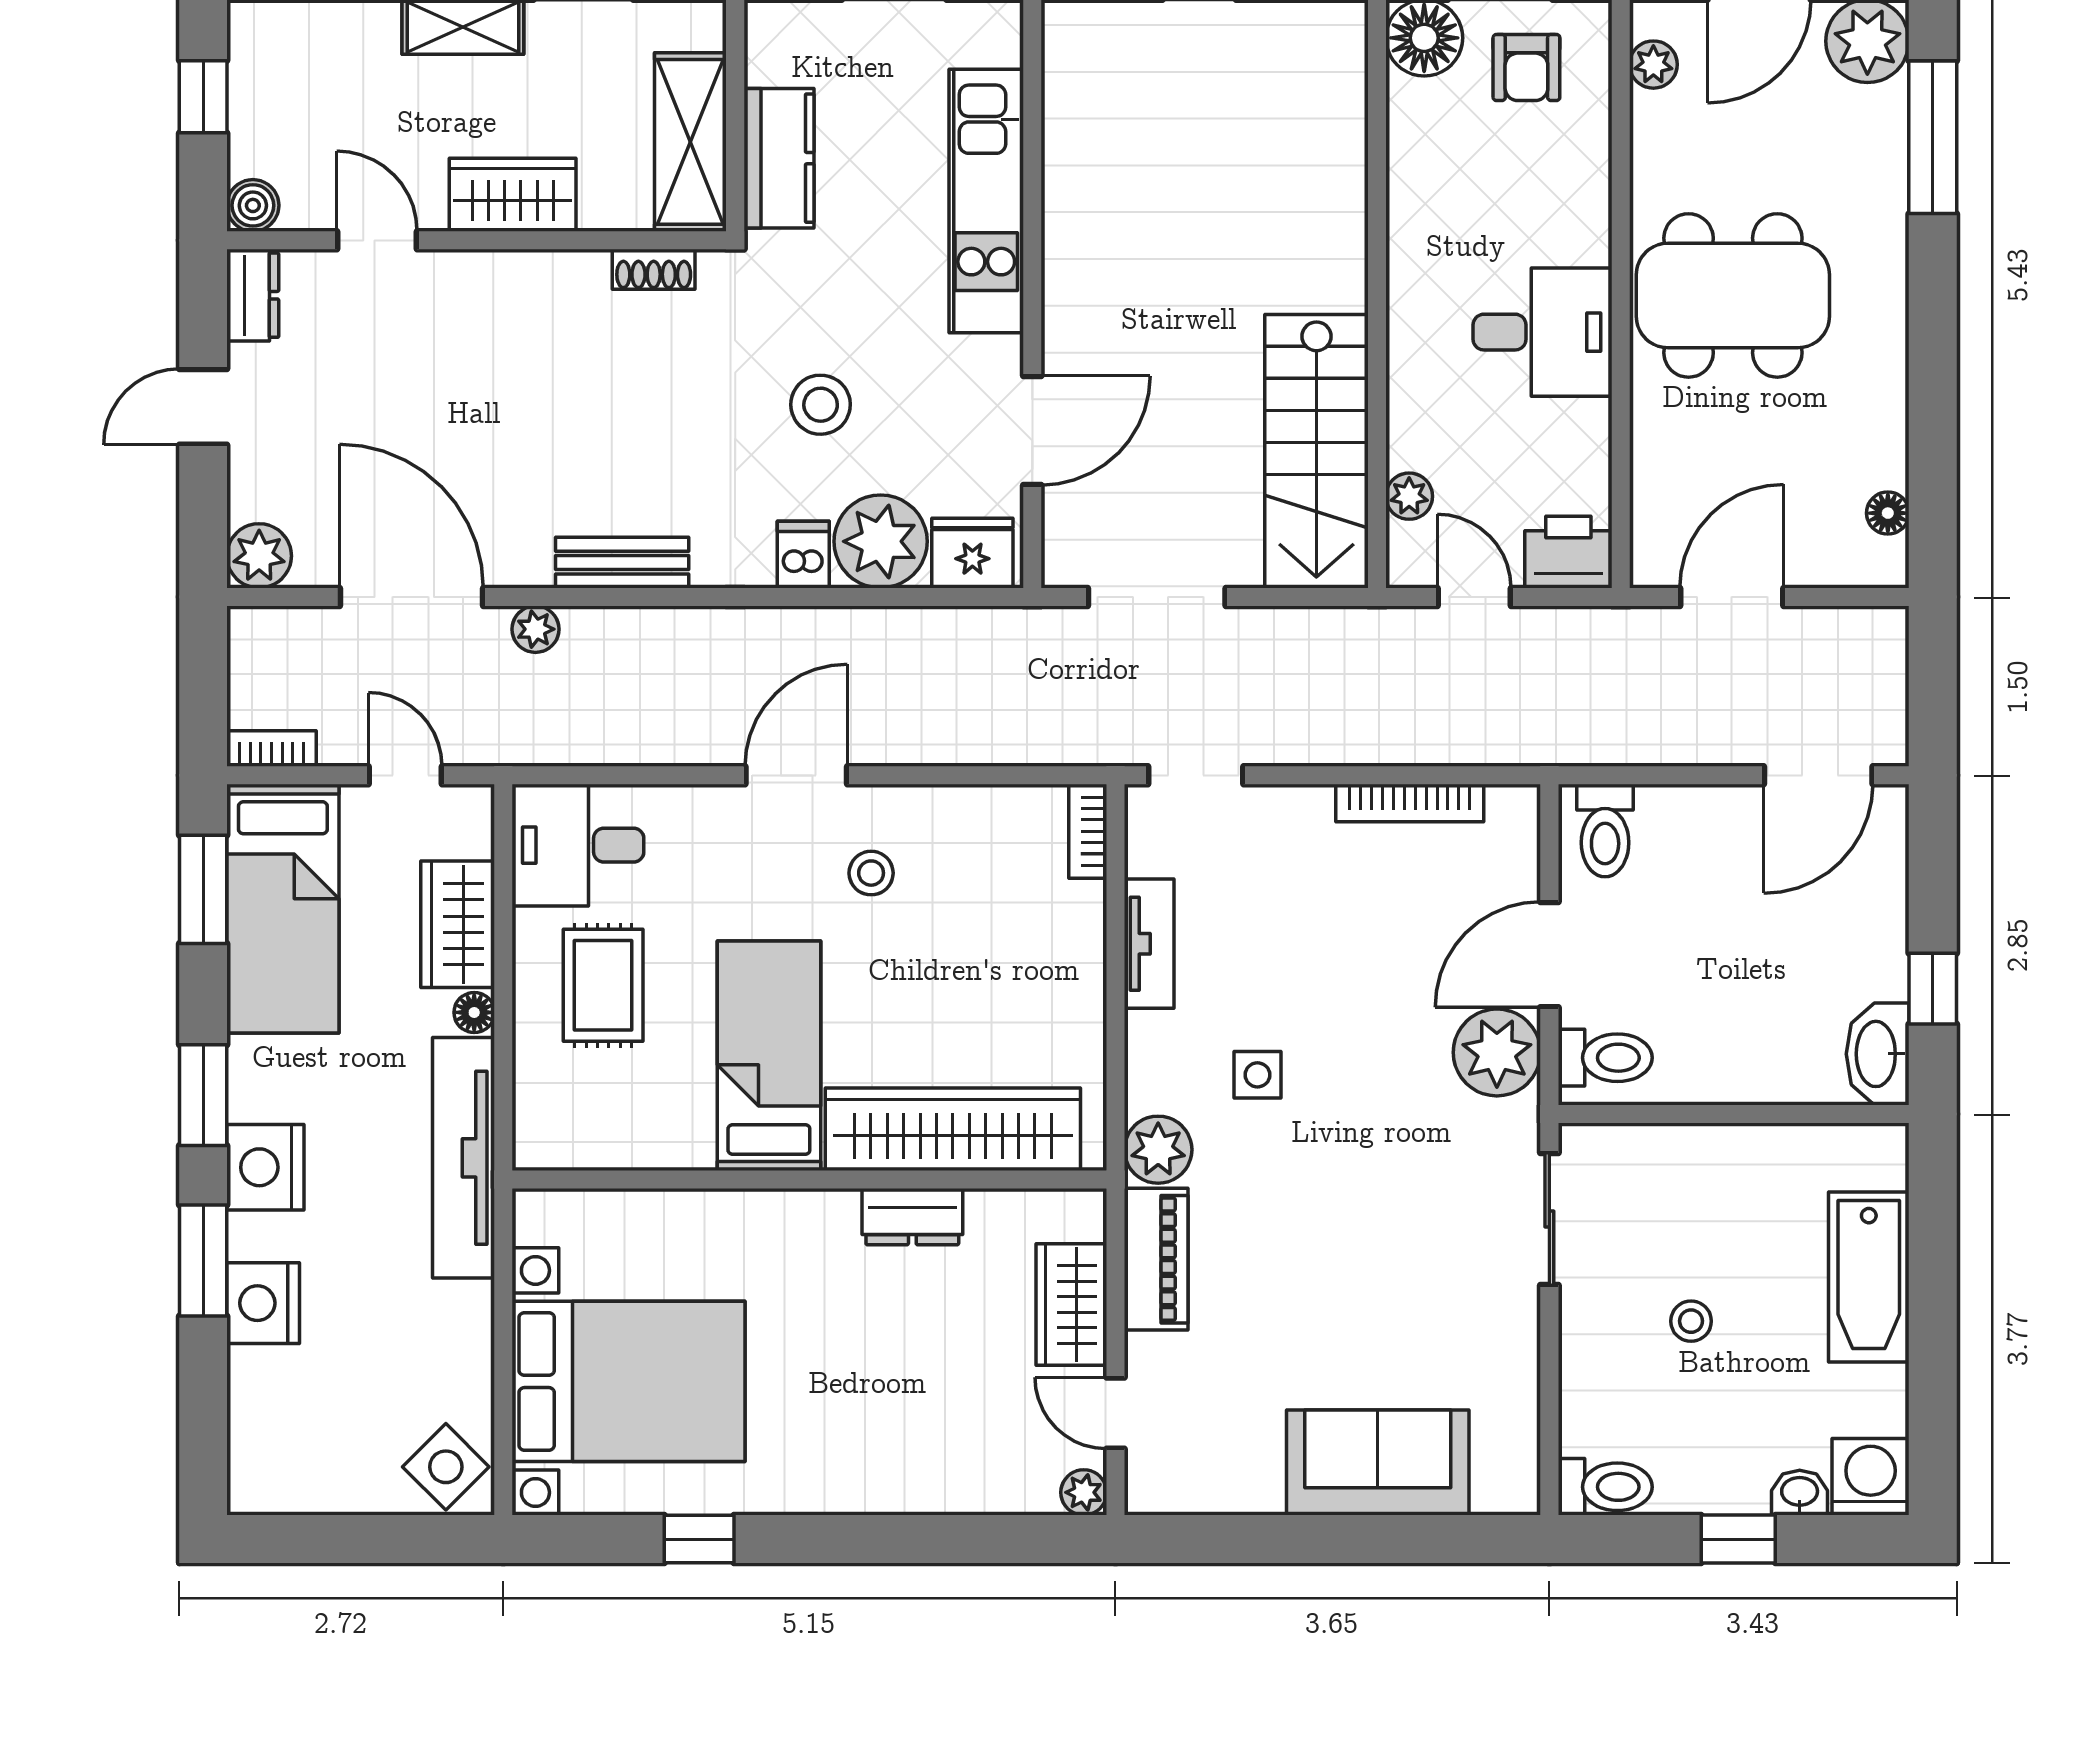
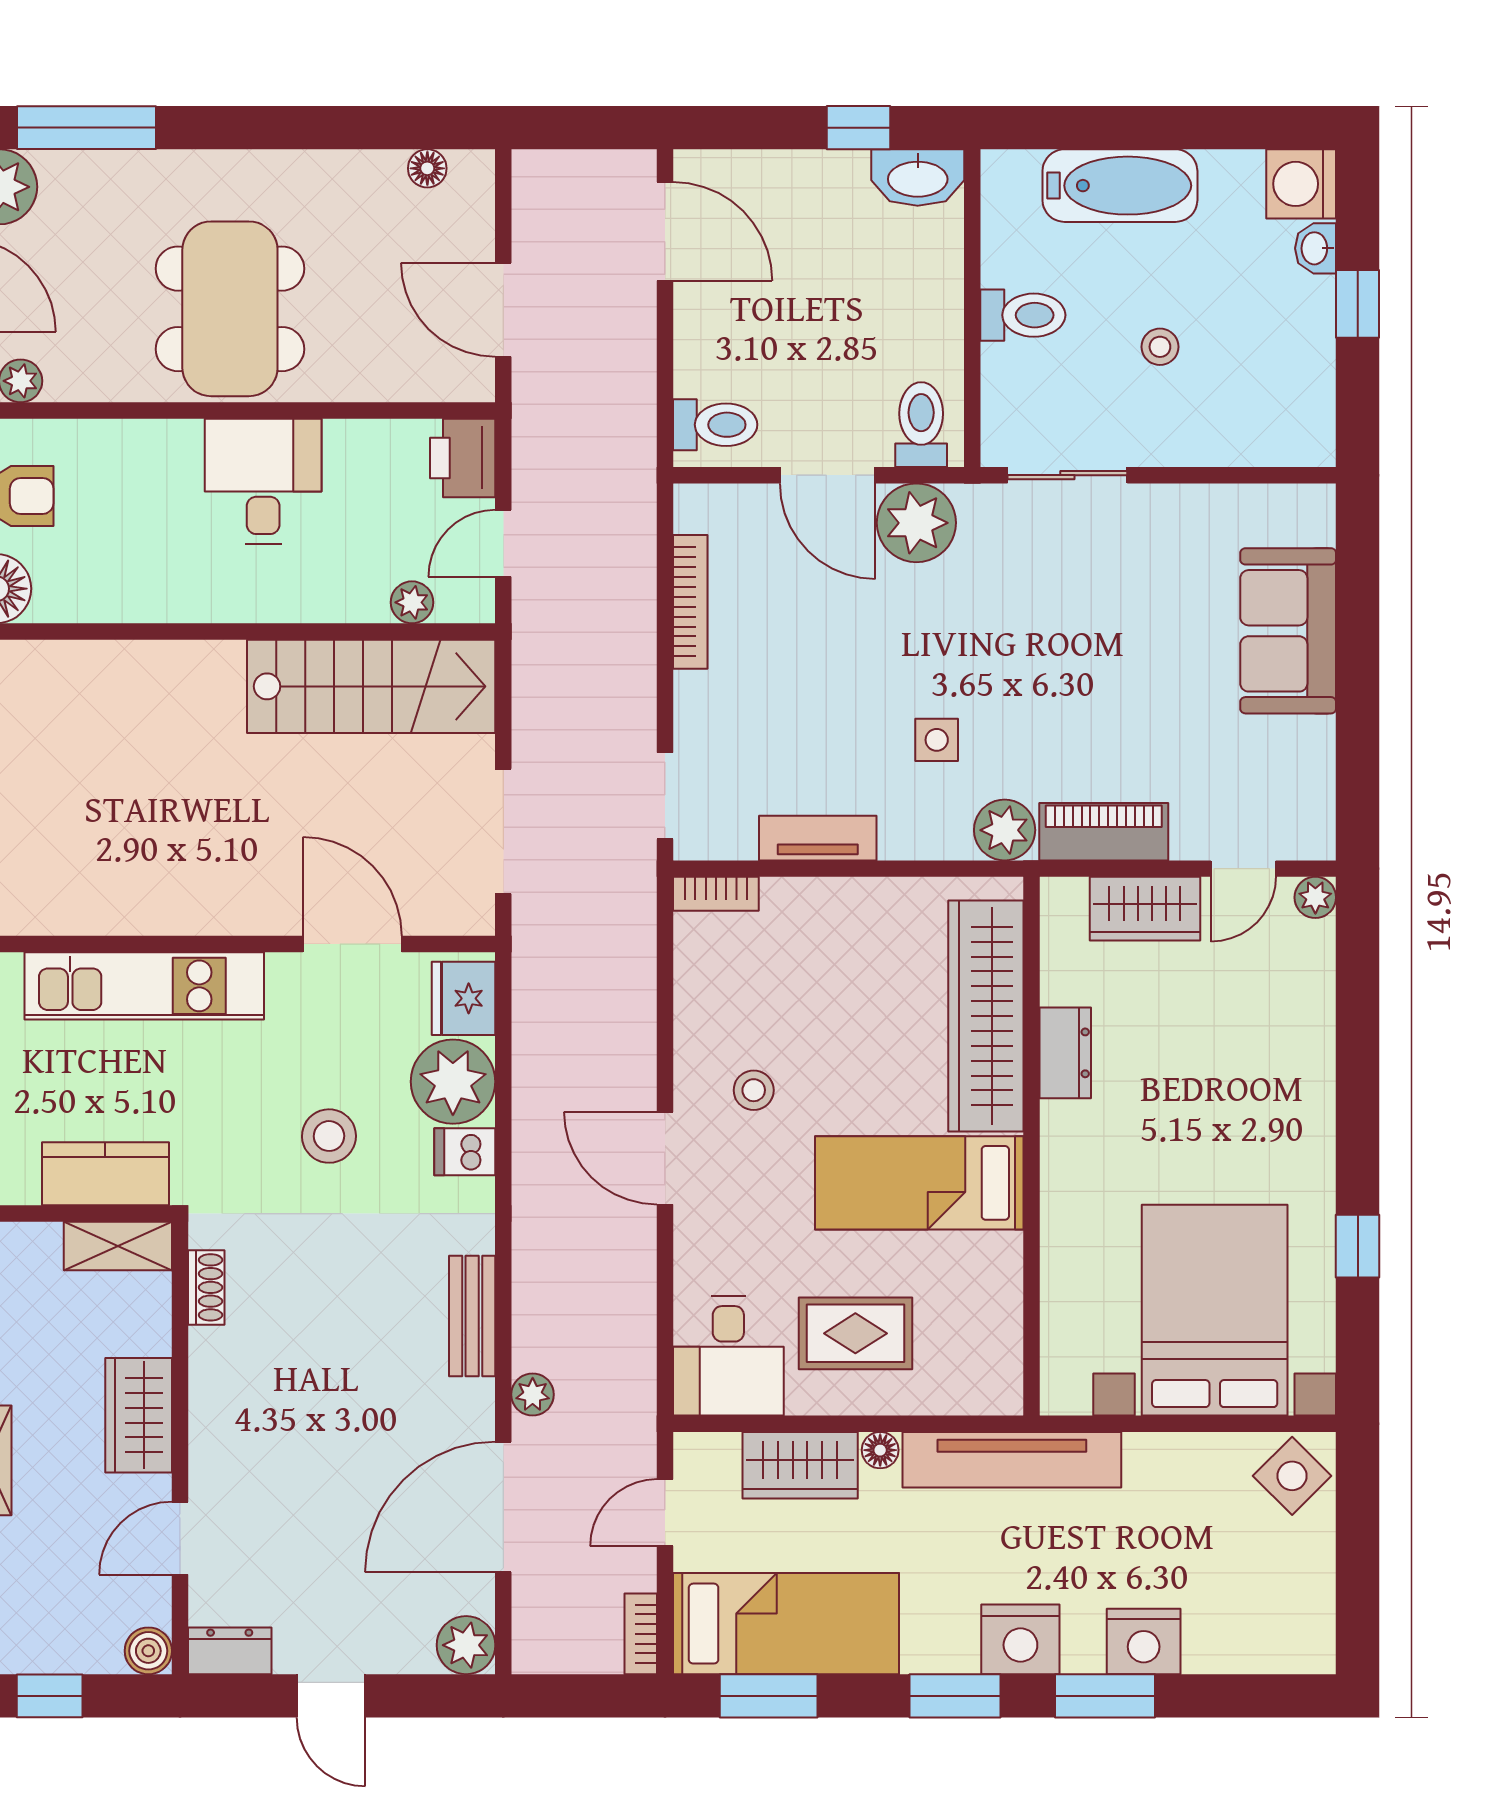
shelving: (690, 142) -> (118, 1246), width x0.67, depth x0.75
toilet: (1605, 1487) -> (1023, 315), moved, turned 90

